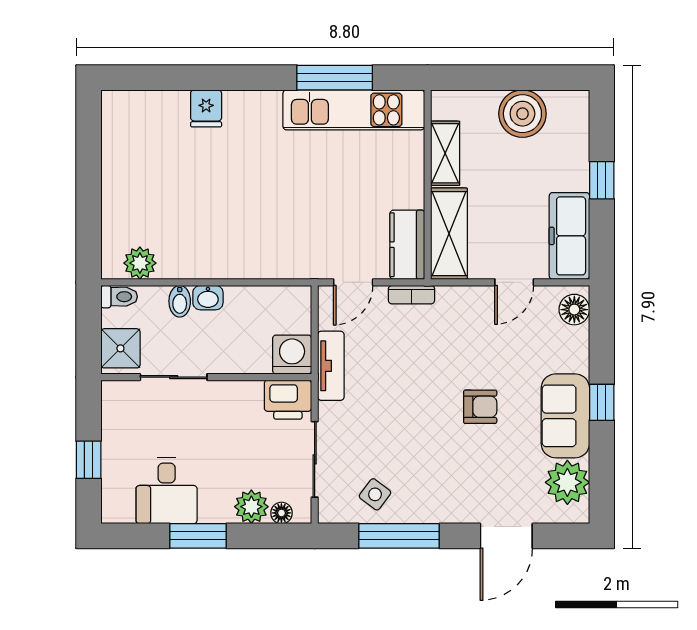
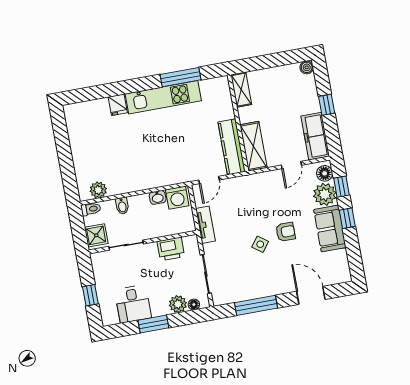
kitchen unit: (354, 110) -> (163, 97), moved
boiler: (522, 114) -> (307, 67), moved, width x0.54, depth x0.54
shelving: (445, 153) -> (241, 90), moved
kitchen counter: (407, 245) -> (232, 147), width x1.50
bookcase: (411, 295) -> (240, 181), removed
washbasin: (208, 298) -> (158, 197), moved
window: (602, 341) -> (342, 187), added
washing machine: (292, 355) -> (177, 198), moved, turned 180
printer: (288, 400) -> (171, 249), moved
plant: (567, 482) -> (325, 194), moved
side table: (375, 494) -> (260, 244), moved
door: (506, 536) -> (311, 295), swing flipped

